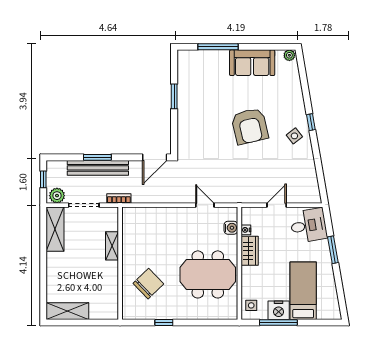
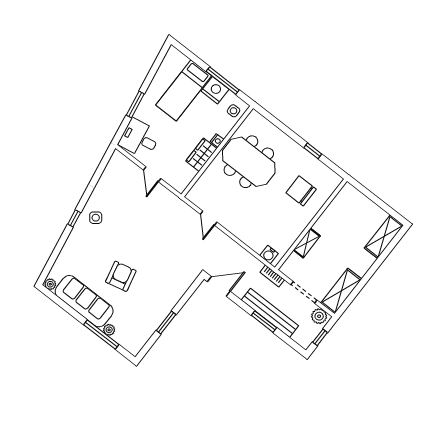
plant: (215, 55) -> (109, 330), added
sofa: (252, 63) -> (84, 301), width x1.36
armchair: (250, 126) -> (121, 276), moved, width x0.73, depth x0.73
door: (277, 205) -> (152, 174), hinge flipped
water cooler: (231, 228) -> (269, 255), moved, turned -90
nightstand: (246, 230) -> (217, 141), moved
chair: (148, 284) -> (301, 191), turned 44
shelving: (67, 311) -> (384, 237), moved, turned 90

